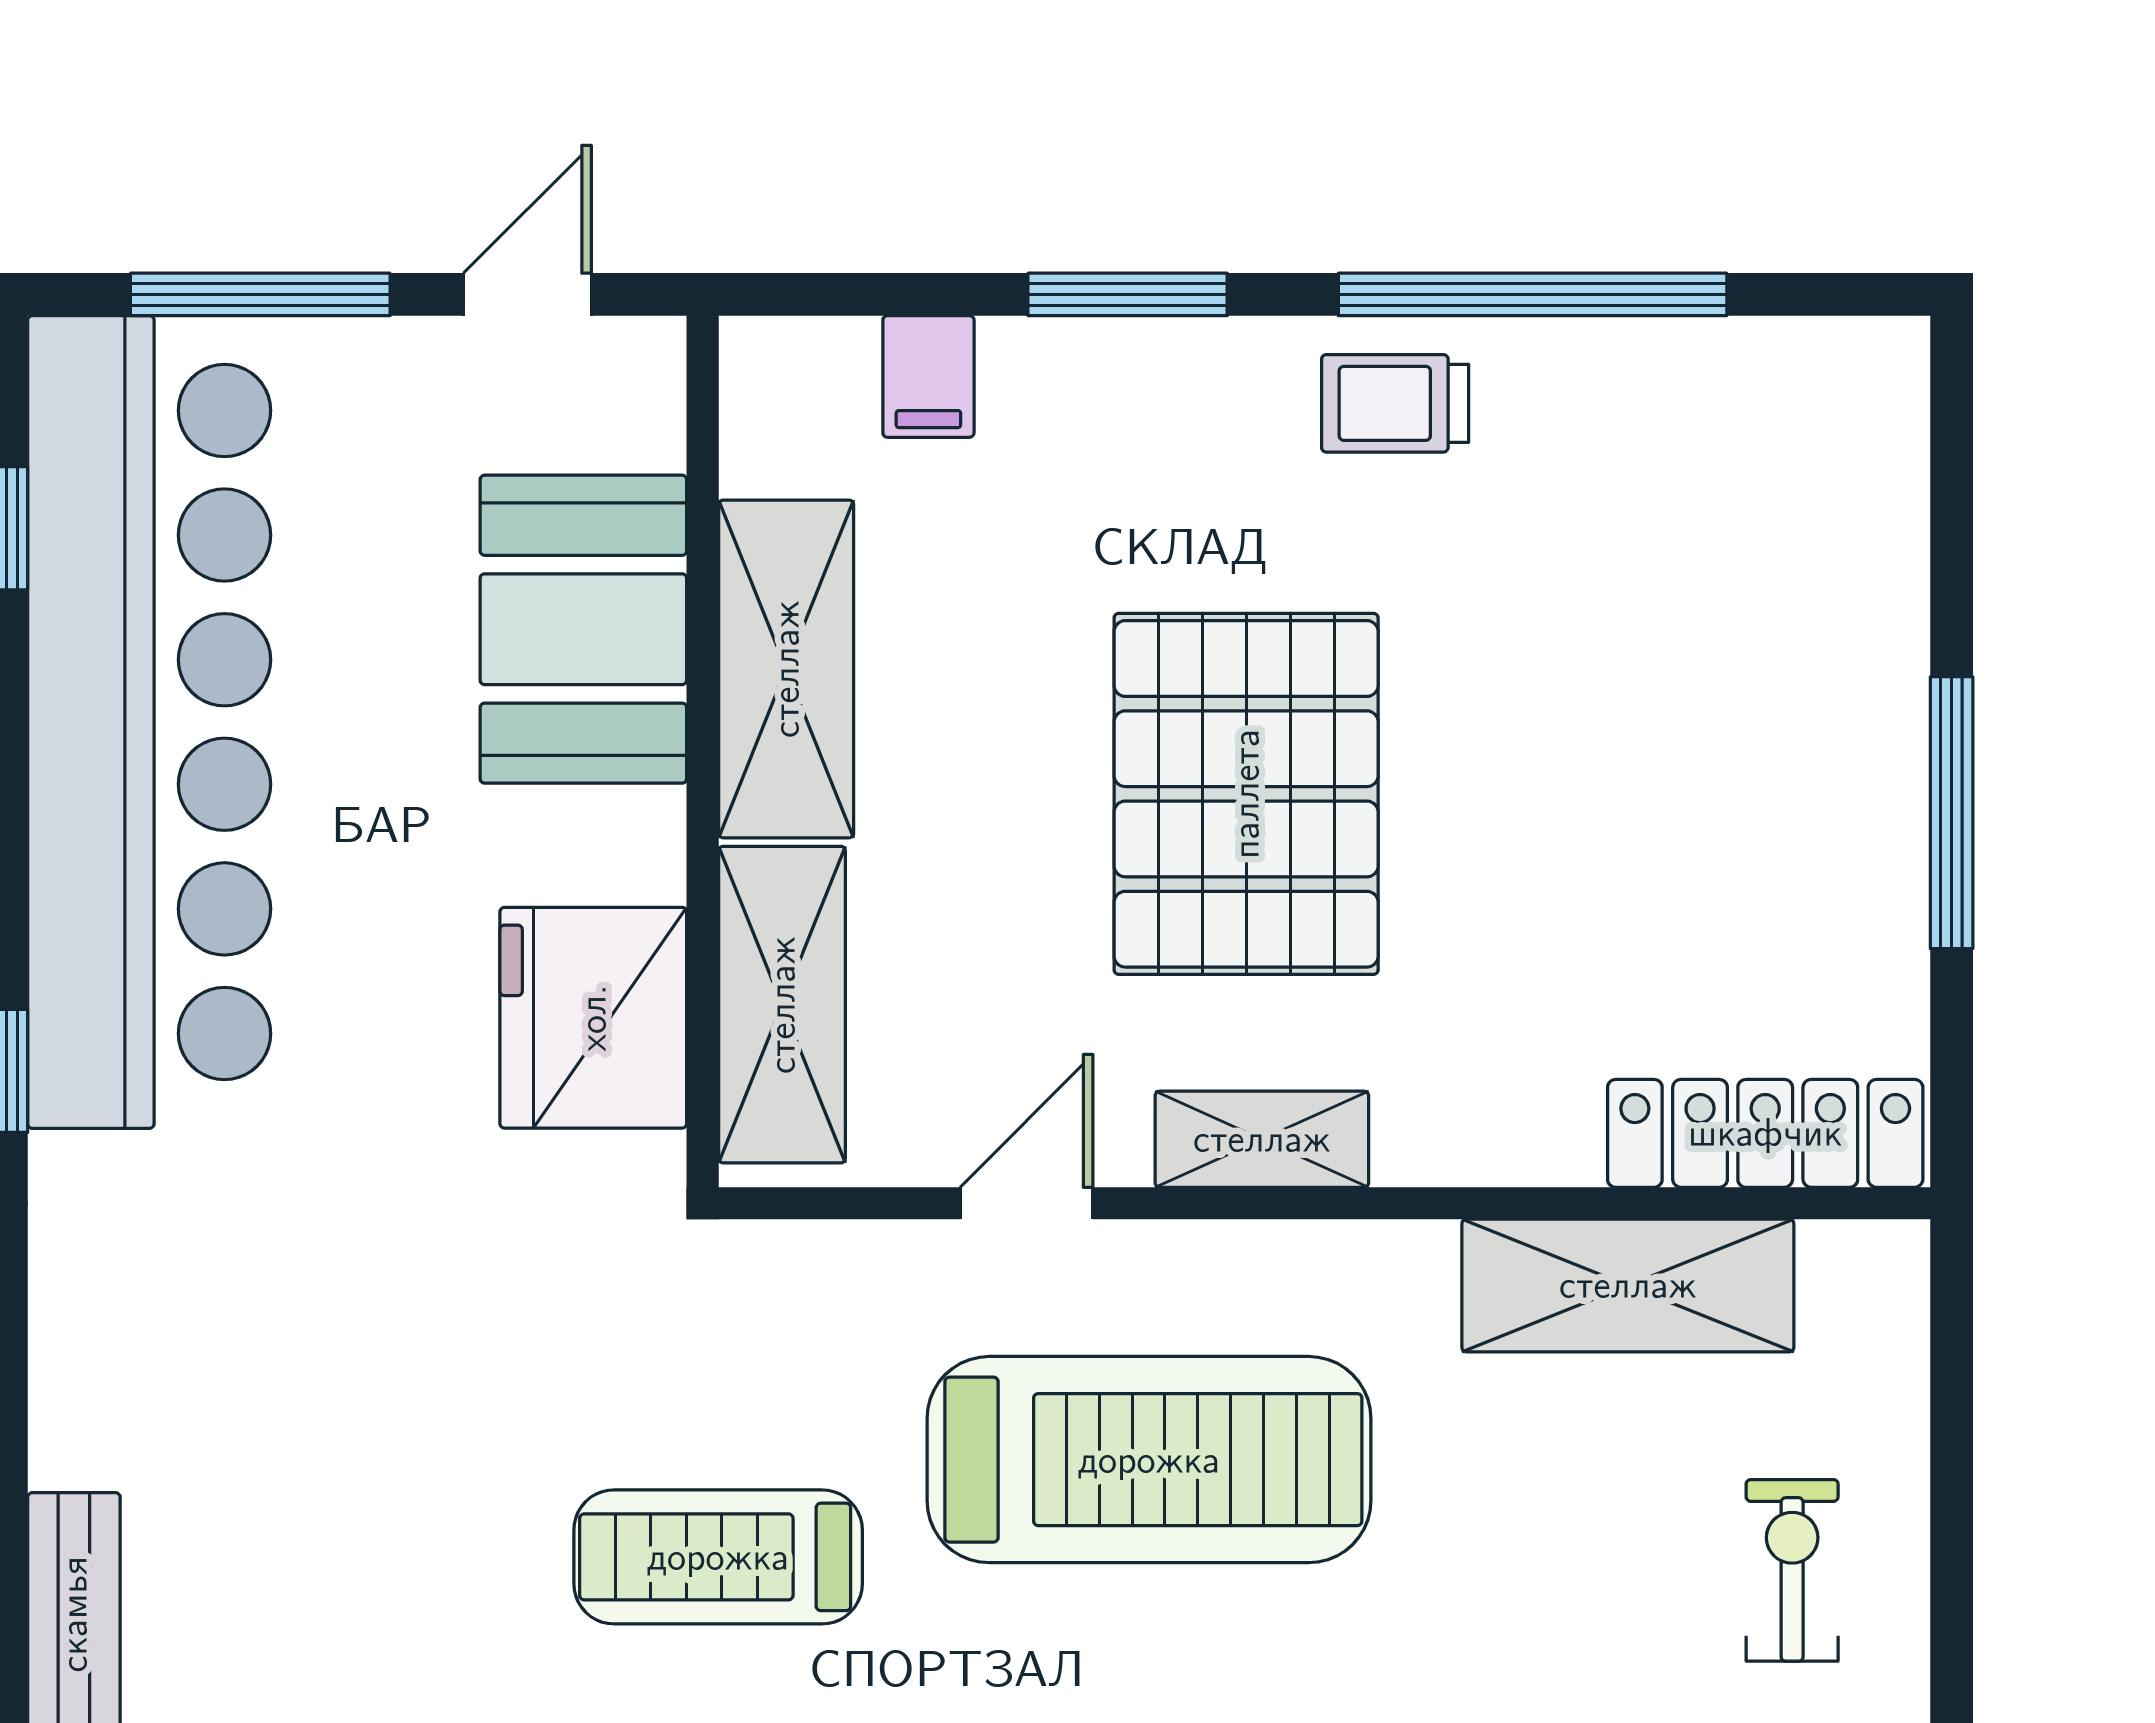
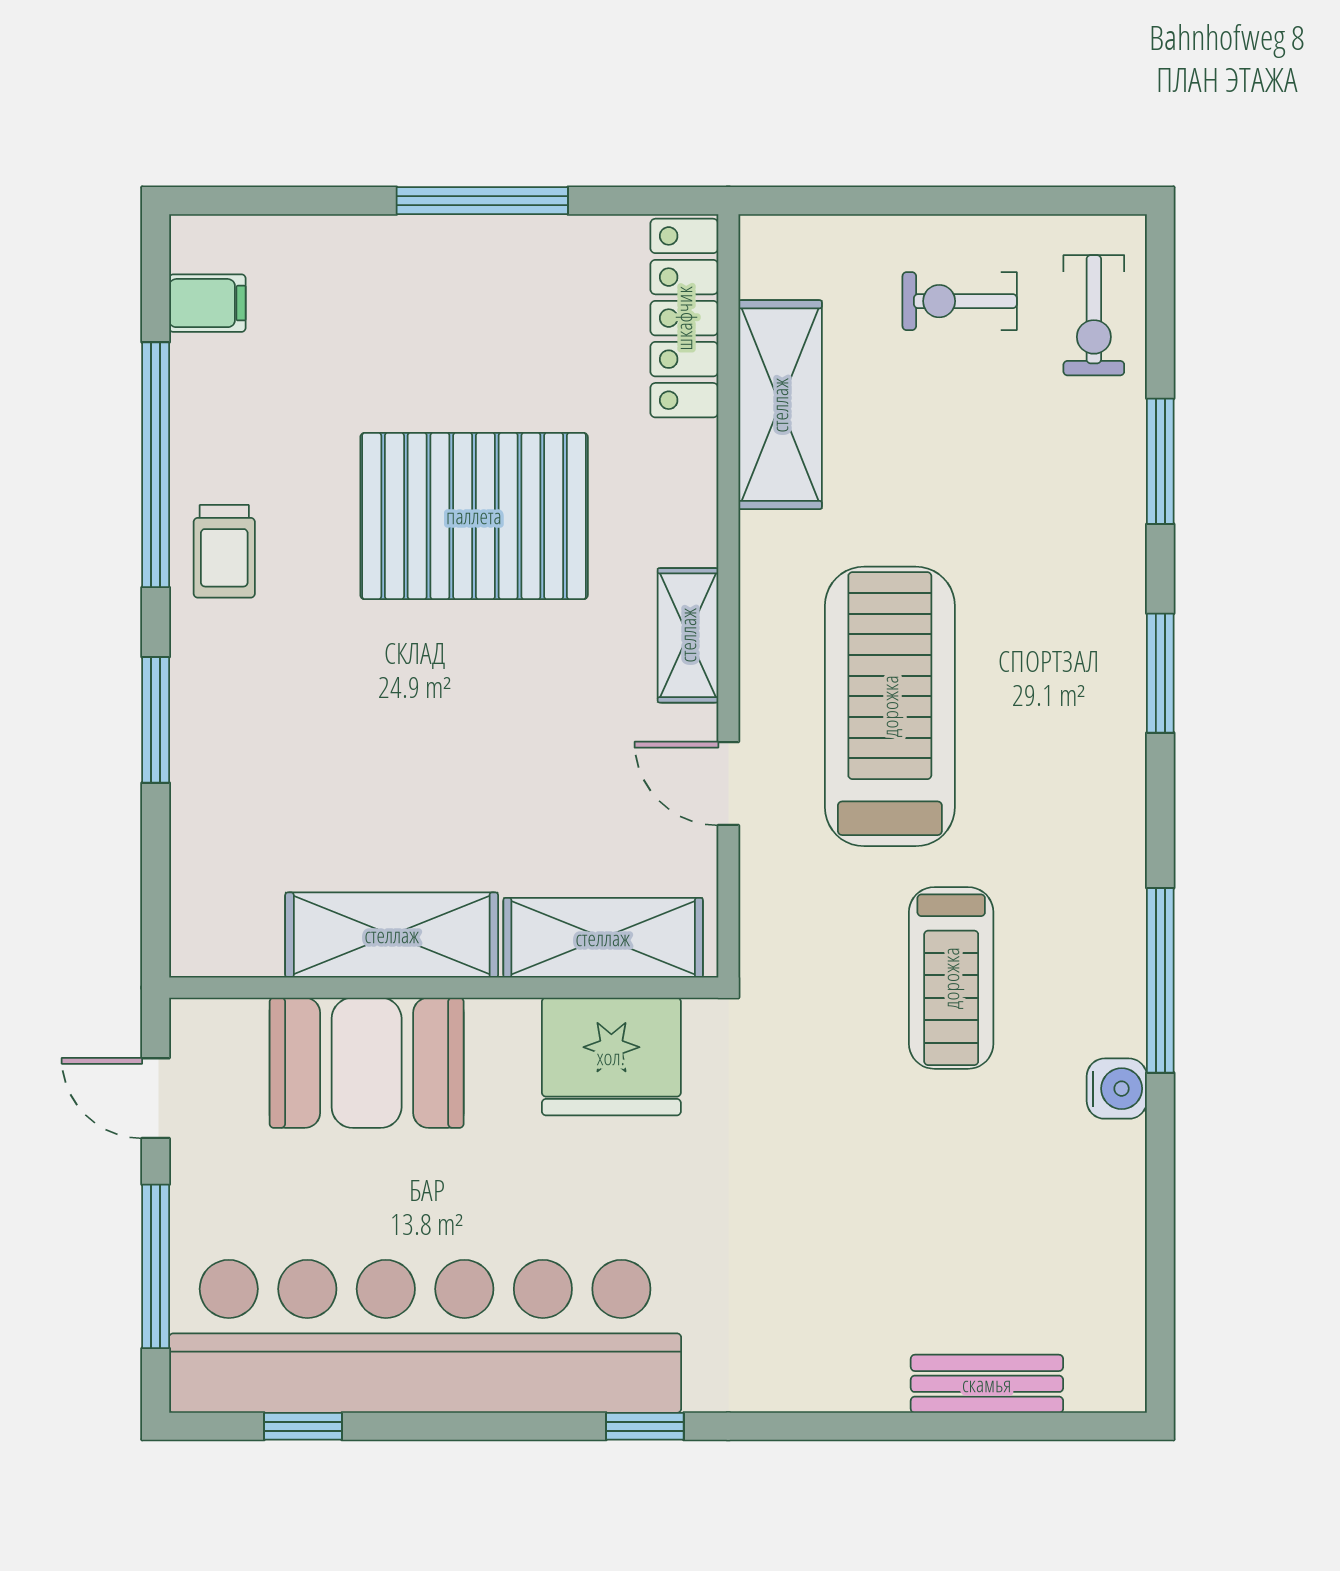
filing cabinet: (928, 376) -> (207, 303), moved
pallet: (1246, 794) -> (474, 516), moved

